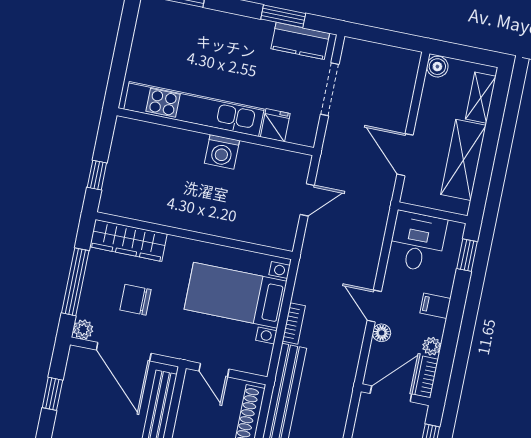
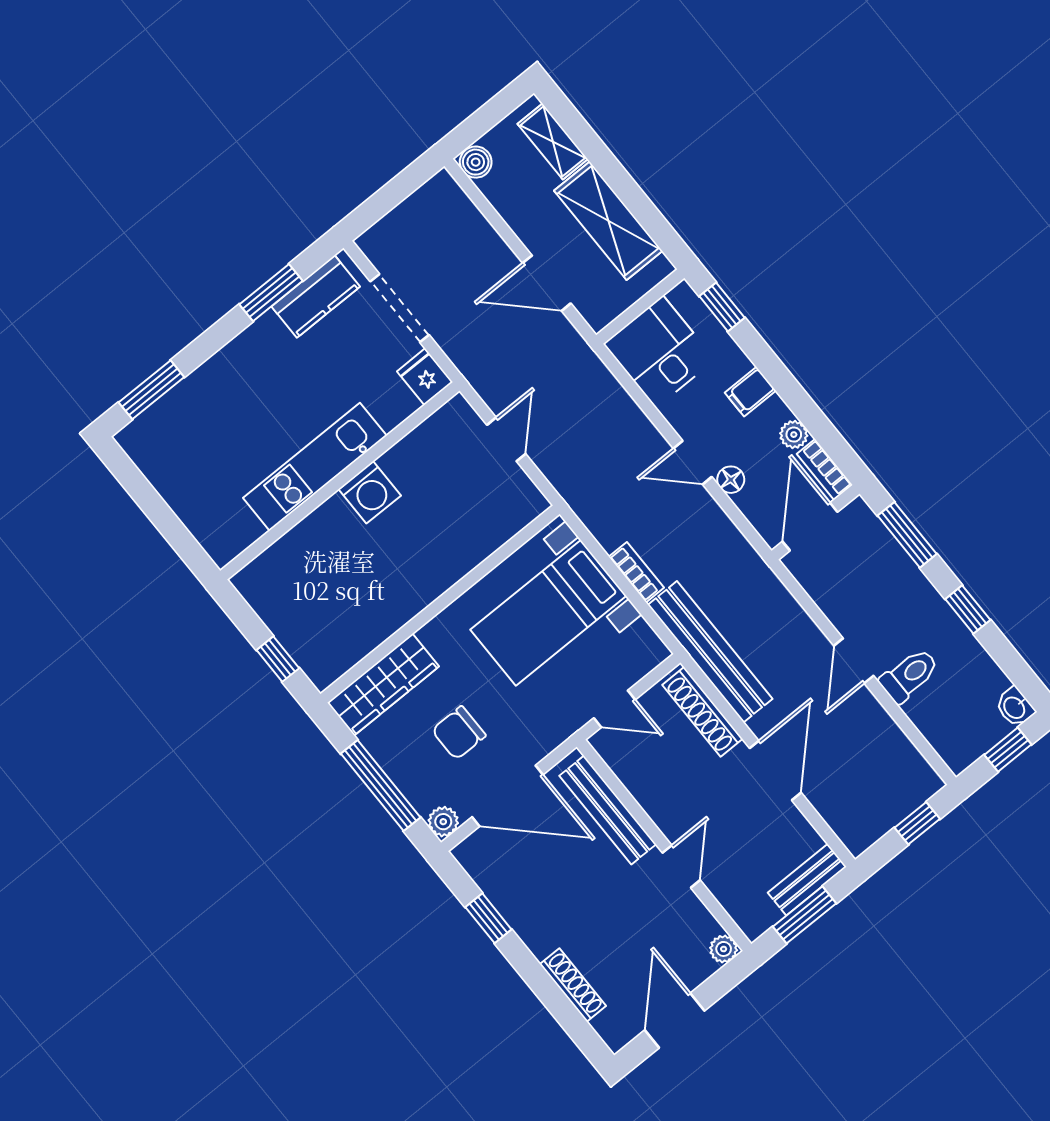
kitchen unit: (194, 109) -> (315, 467), width x0.73
fridge: (275, 125) -> (425, 377), moved

